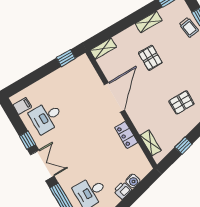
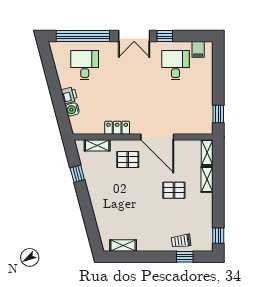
shelving: (149, 22) -> (207, 179), moved
pallet: (182, 102) -> (128, 159), moved, turned 90

